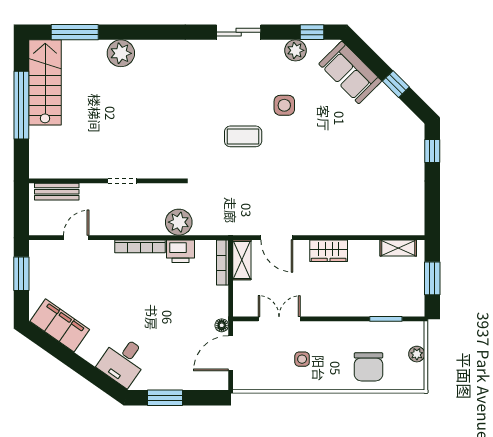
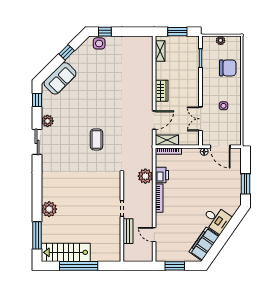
plant: (295, 50) -> (47, 121), moved
side table: (284, 105) -> (99, 43), moved
bench: (57, 192) -> (128, 231), moved
desk: (123, 361) -> (216, 219), moved

